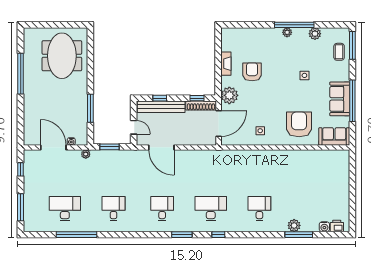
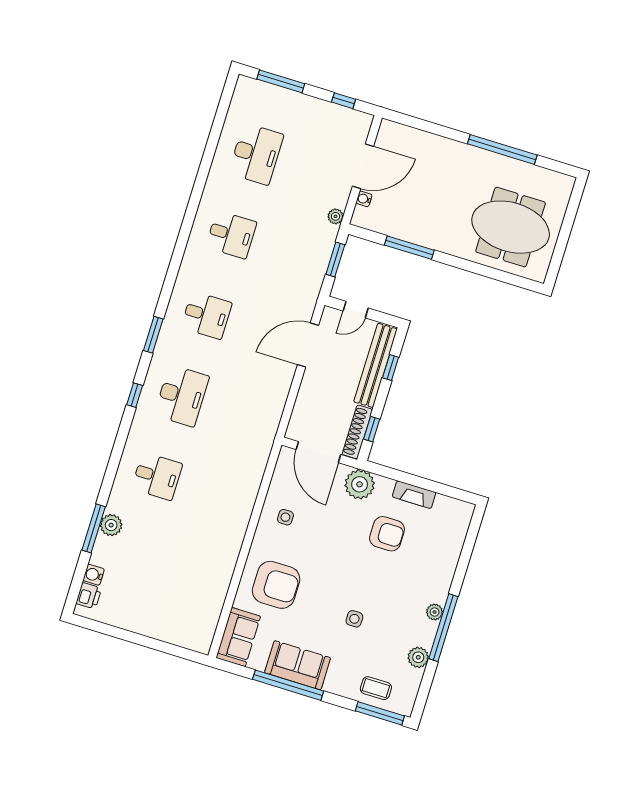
window: (77, 235) -> (207, 160), removed

